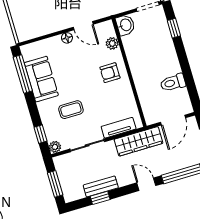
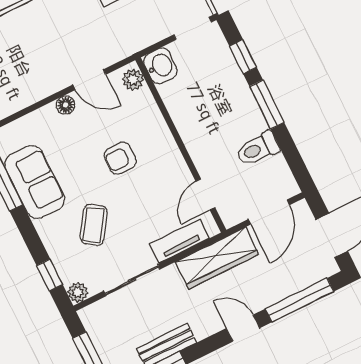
plant: (112, 43) -> (133, 80), moved
window: (183, 58) -> (267, 104), added
armchair: (110, 73) -> (120, 158), moved
door: (138, 103) -> (205, 194), added
coffee table: (71, 110) -> (94, 225), turned -56

